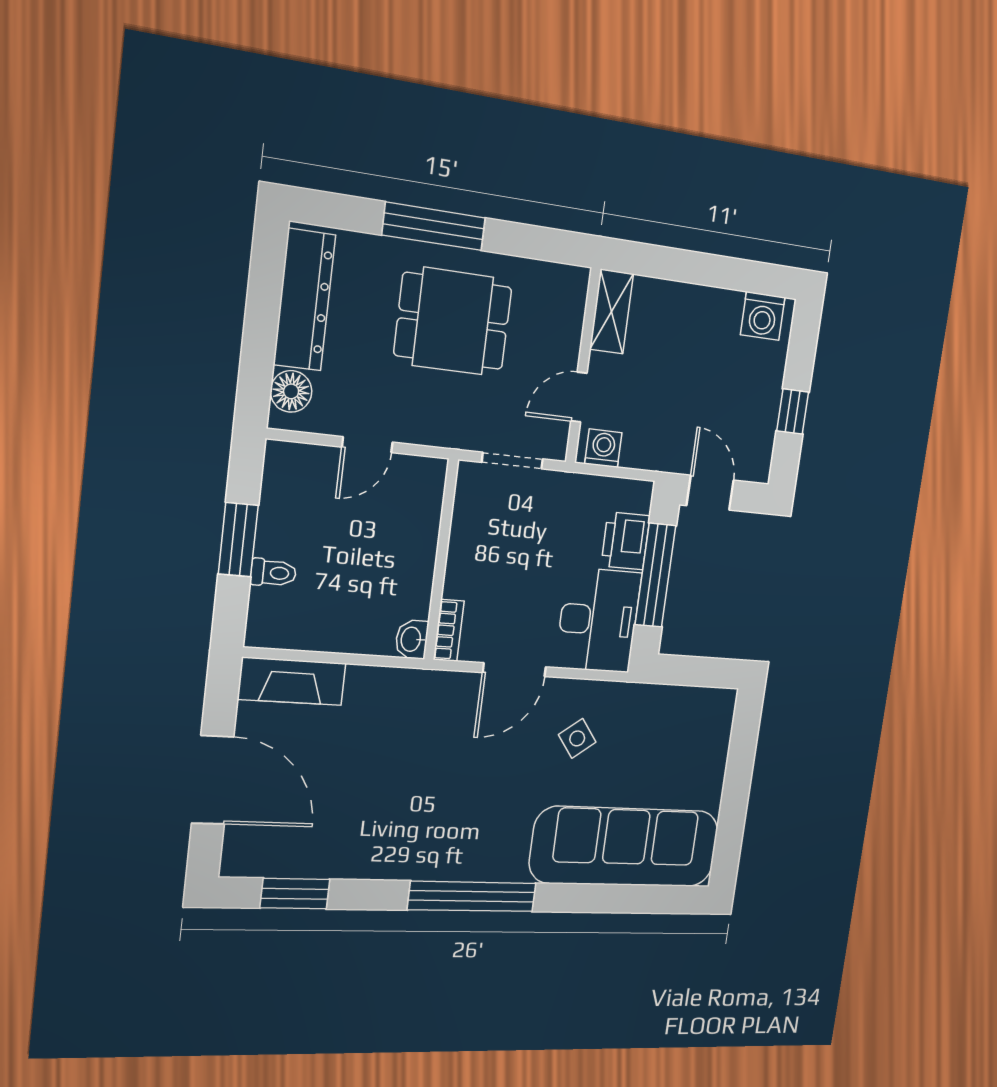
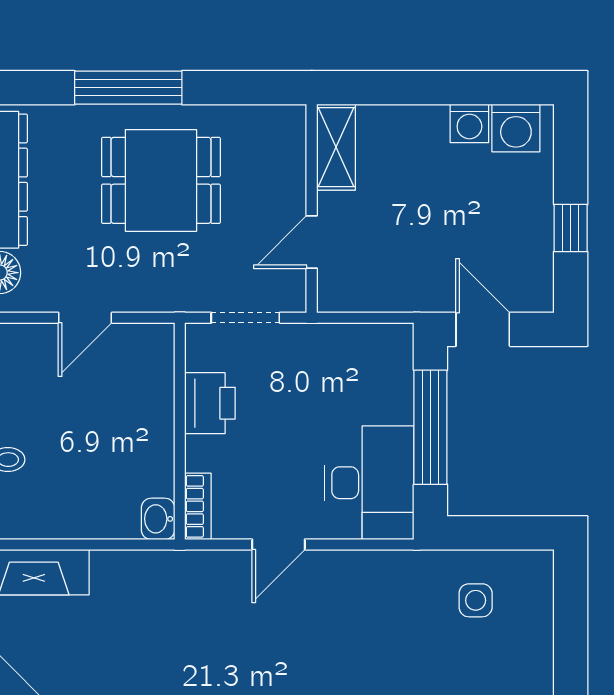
washing machine: (603, 448) -> (469, 123), moved, turned 180
printer: (625, 541) -> (210, 403), moved, turned 180
door: (514, 670) -> (278, 545), width x0.73
side table: (577, 738) -> (476, 600), moved, turned 37

